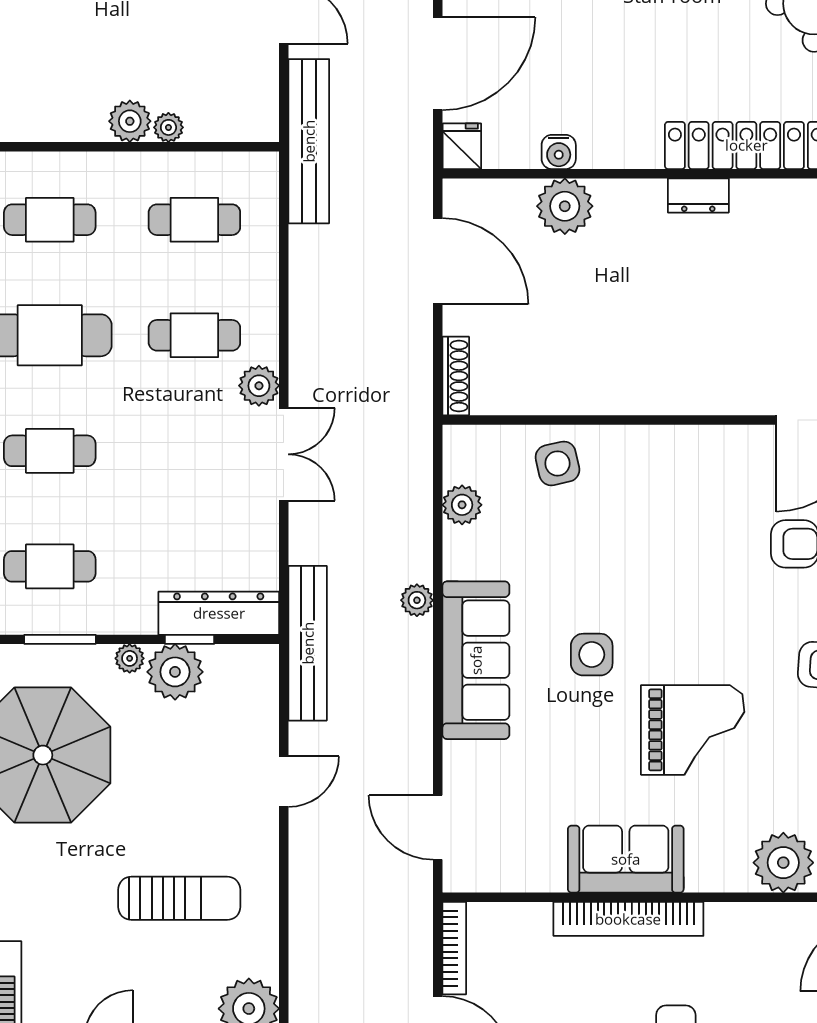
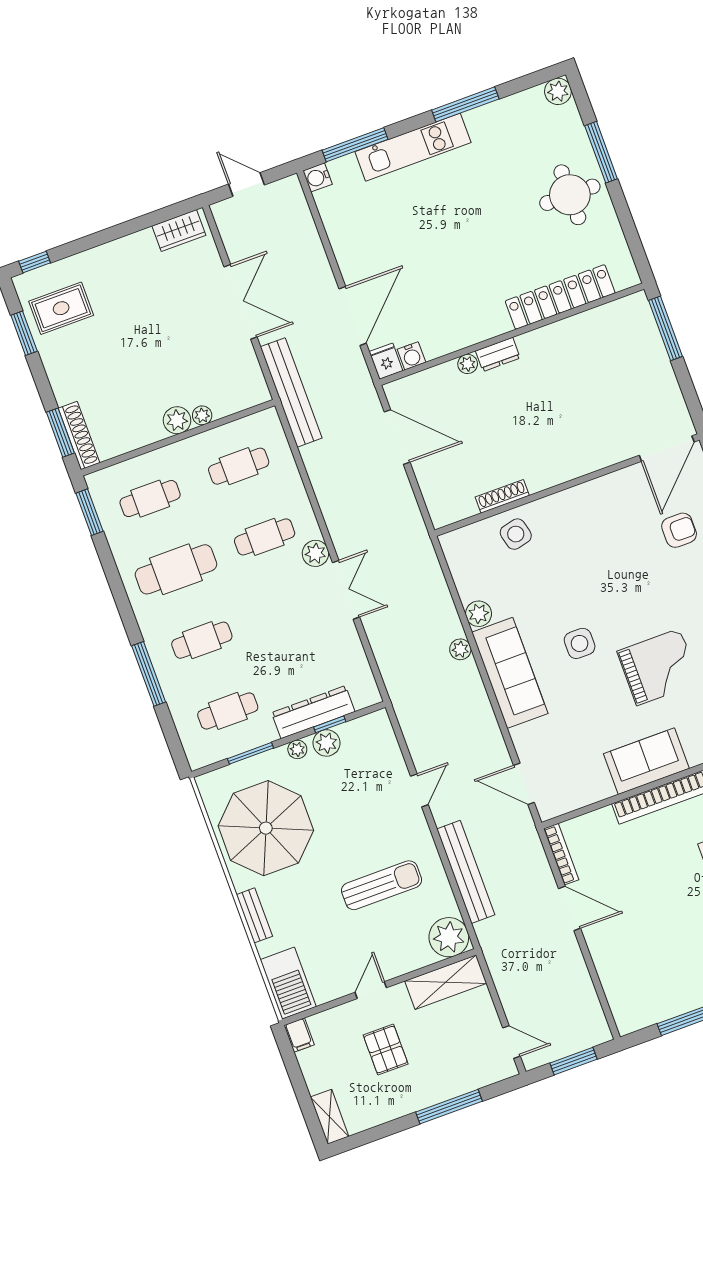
water cooler: (559, 152) -> (411, 356), moved
dresser: (698, 195) -> (498, 354), moved
plant: (565, 206) -> (468, 364), width x0.53, depth x0.53
shoe rack: (456, 376) -> (502, 496), moved, turned -90
plant: (462, 505) -> (479, 614), moved
dresser: (219, 613) -> (313, 712), moved
bench: (308, 643) -> (466, 872), moved
plant: (175, 672) -> (326, 743), width x0.73, depth x0.73

